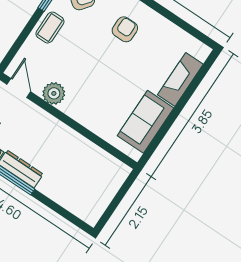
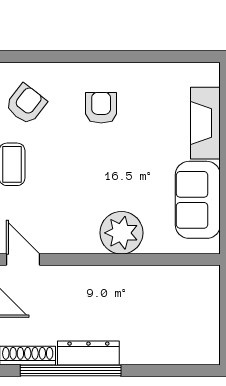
plant: (54, 93) -> (121, 233), moved, width x1.36, depth x1.36

